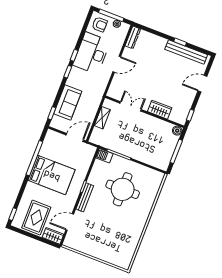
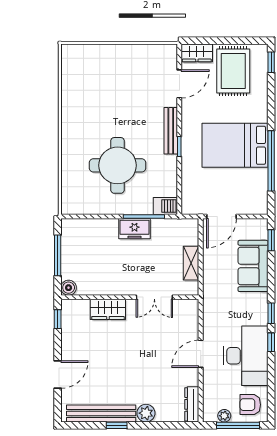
plant: (161, 42) -> (146, 413), added
freezer: (127, 150) -> (134, 229), added

